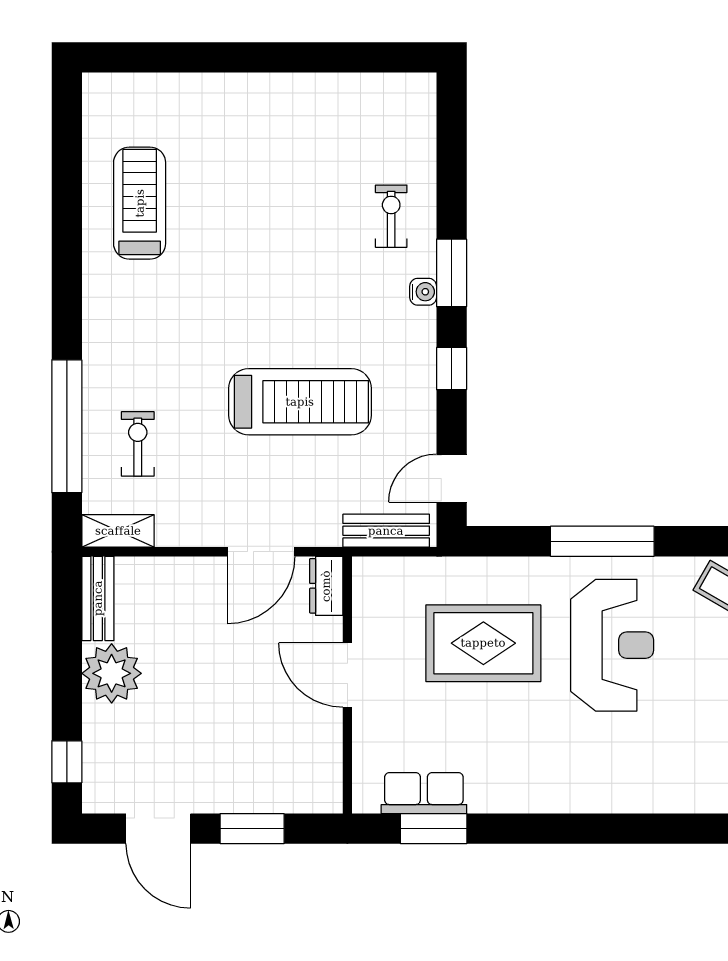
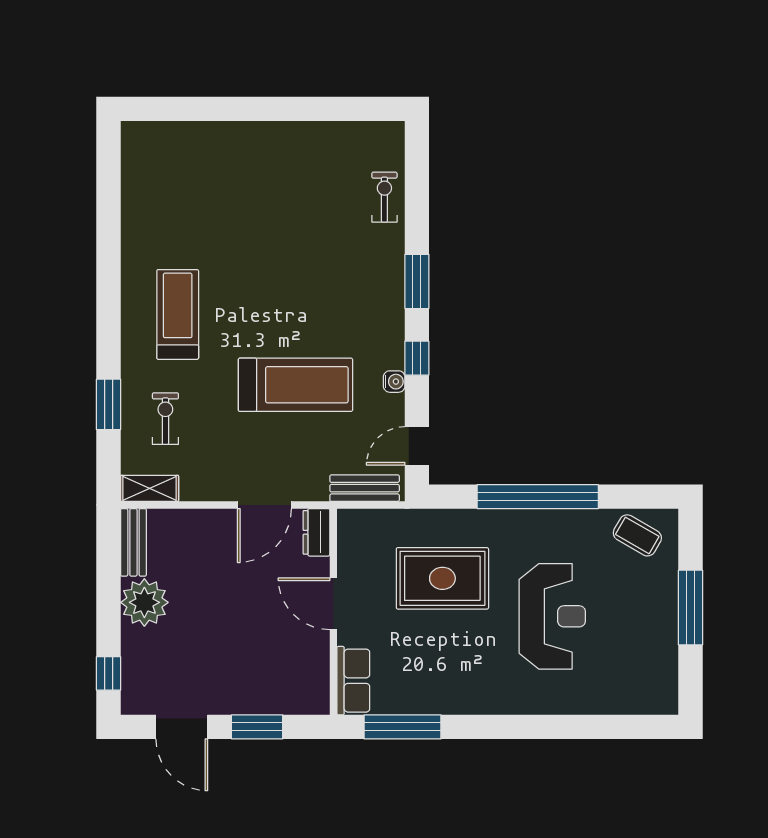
treadmill: (140, 203) -> (178, 314), moved
exercise bike: (391, 216) -> (384, 197), moved
water cooler: (423, 292) -> (394, 382), moved
window: (67, 426) -> (109, 404), width x0.47
window: (602, 541) -> (538, 497), width x1.46
reception desk: (612, 645) -> (552, 616), moved
row of seats: (424, 793) -> (353, 681), moved, turned 90
window: (434, 829) -> (403, 727), width x1.44

